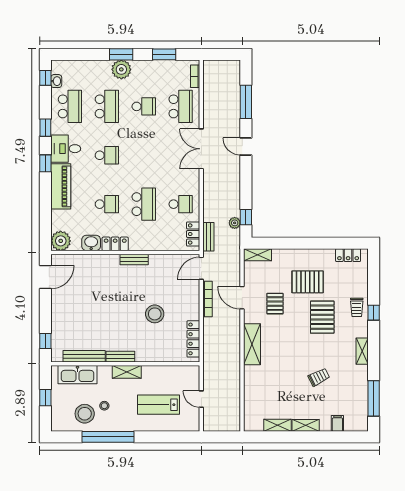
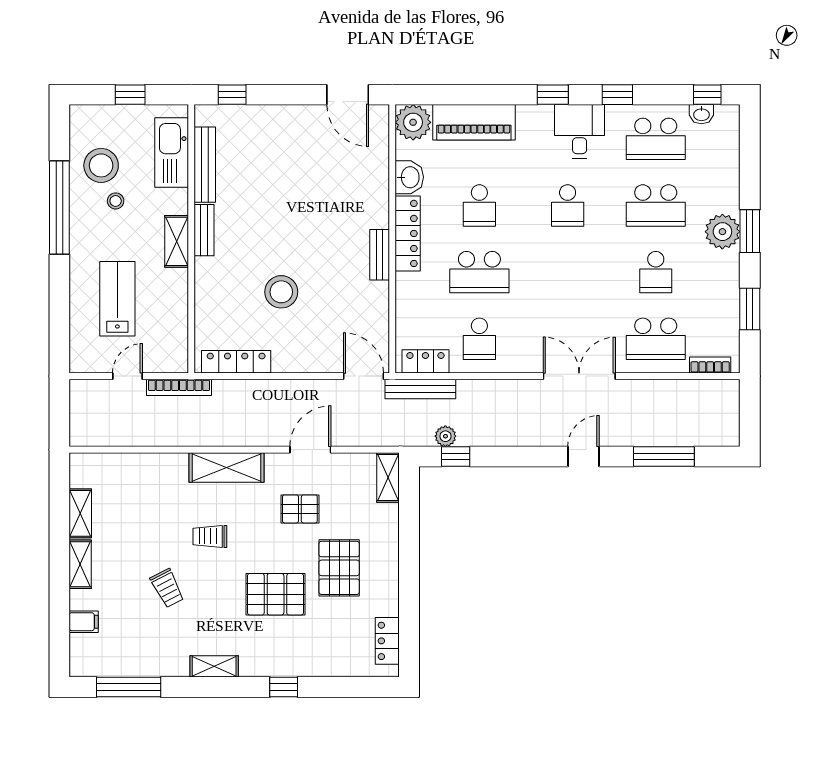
piano: (61, 186) -> (474, 122), moved
bench: (208, 237) -> (420, 389), width x1.36
locker: (115, 244) -> (408, 233), width x1.53
bookcase: (208, 299) -> (179, 387), moved
trolley: (357, 307) -> (210, 536), moved

